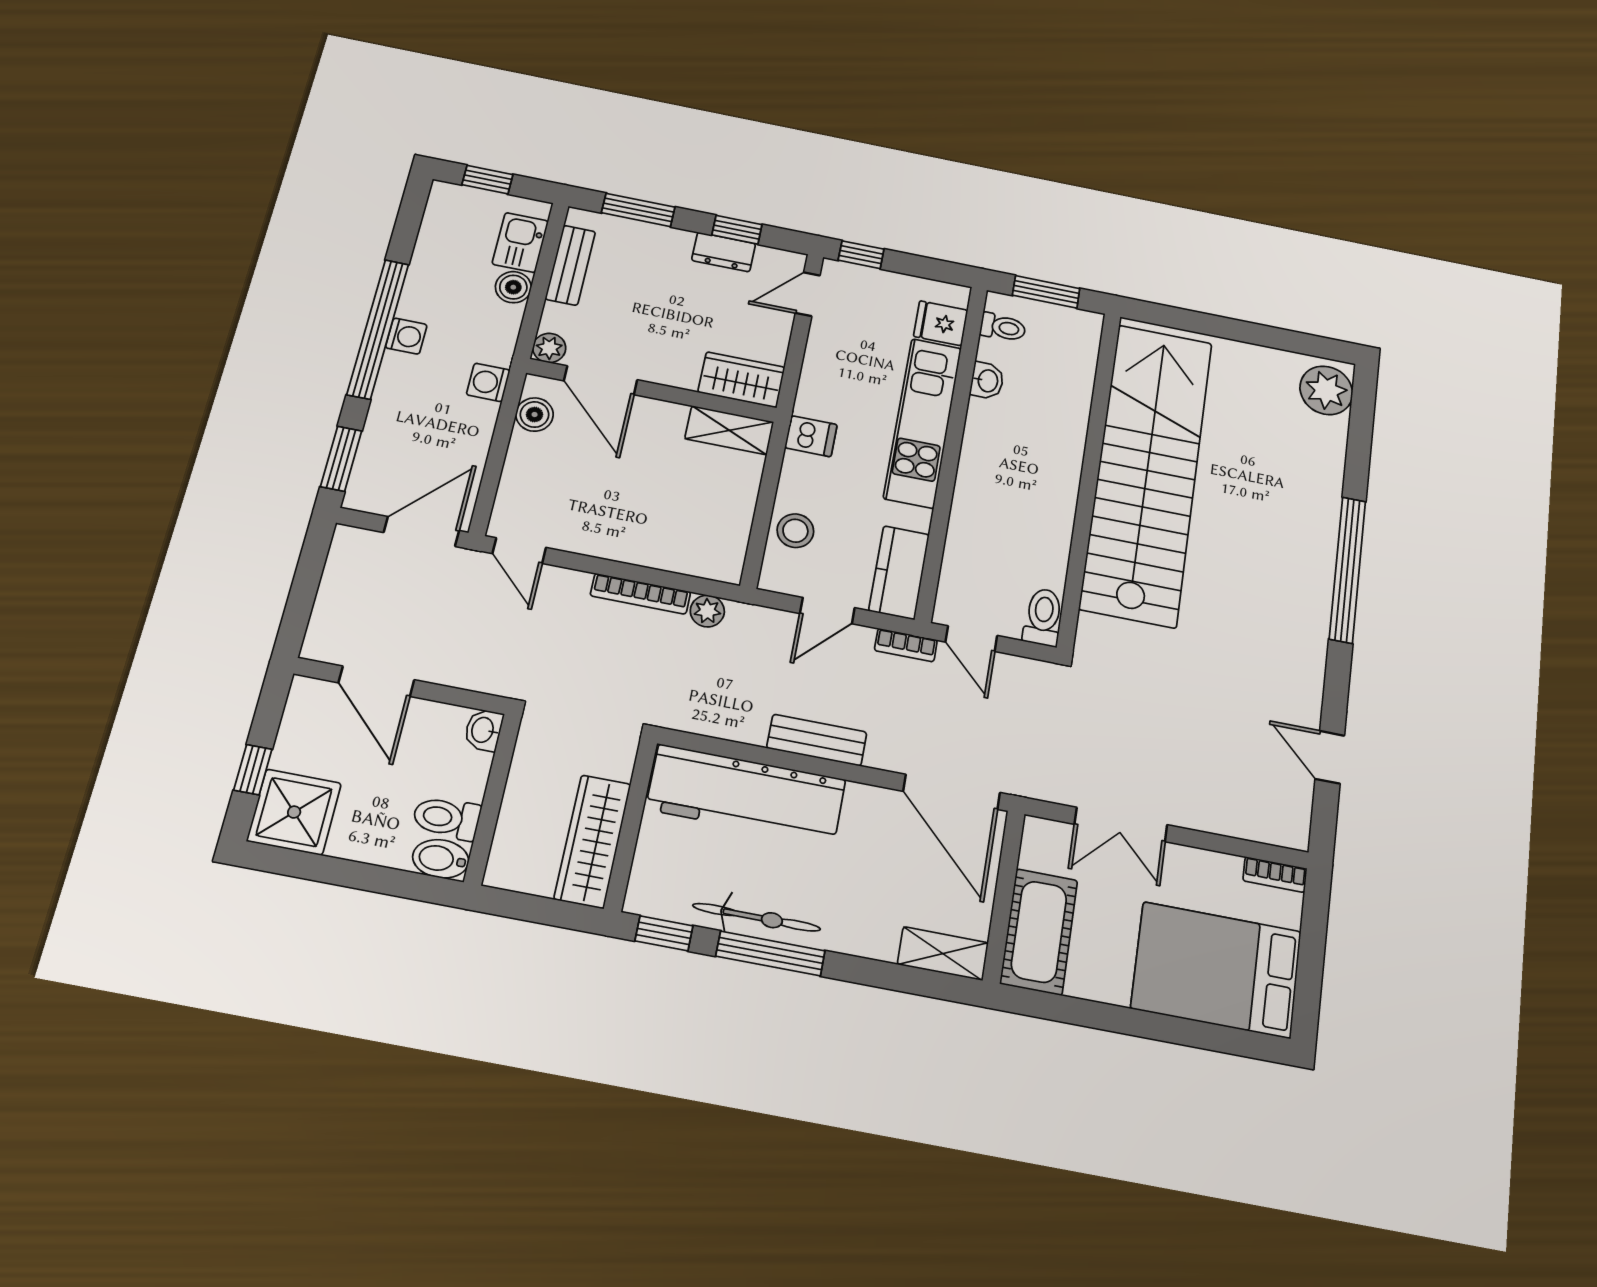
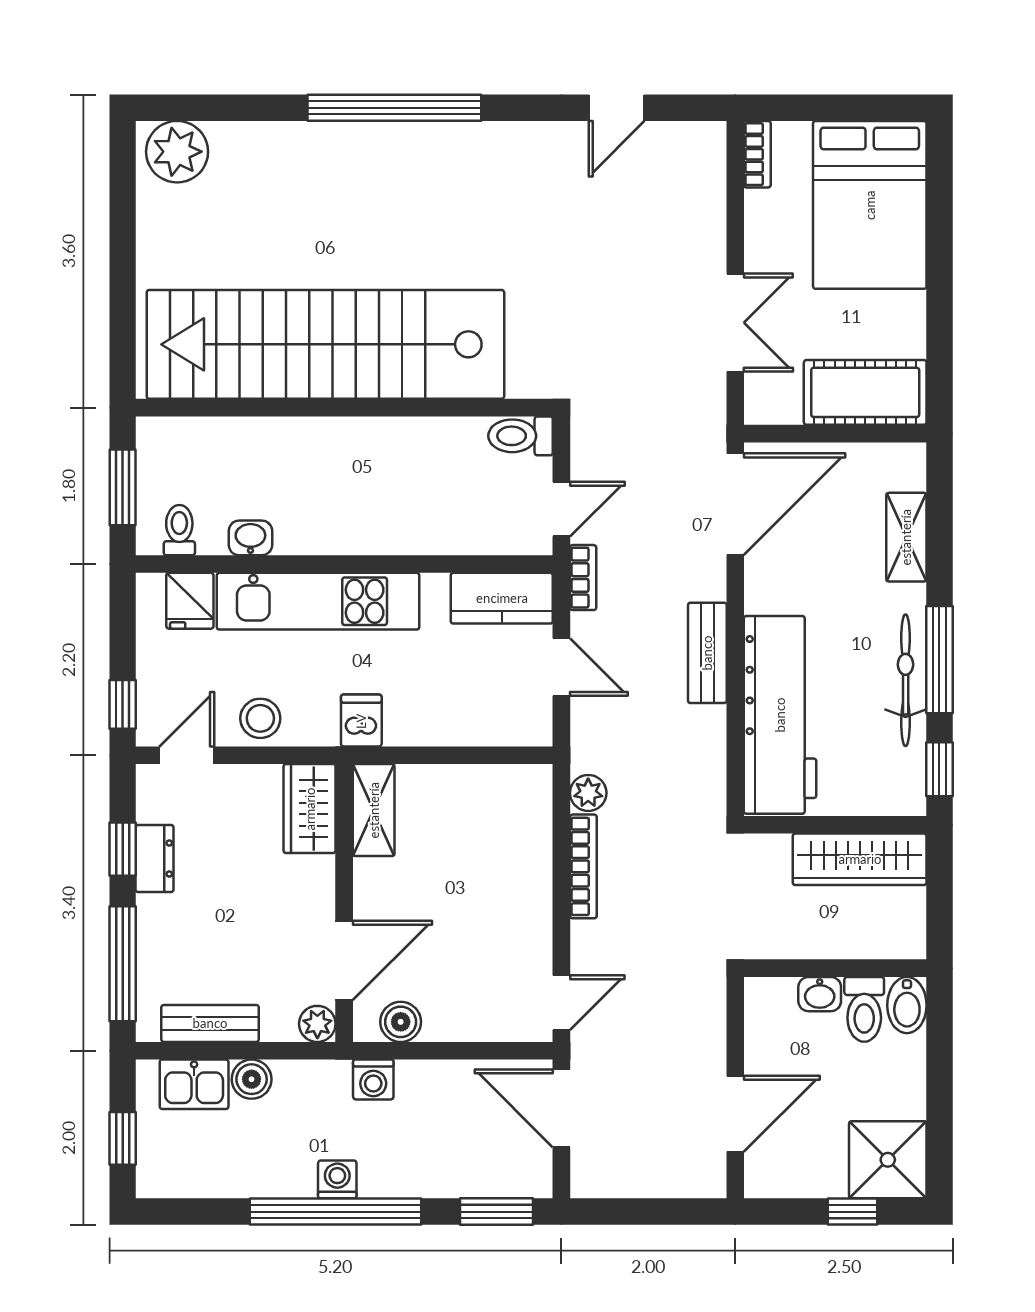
window: (638, 210) -> (123, 964), width x1.44
door: (808, 294) -> (187, 755), swing flipped
stool: (795, 531) -> (260, 718), moved
washbasin: (483, 730) -> (820, 994), moved
shelving: (943, 954) -> (906, 537), moved

